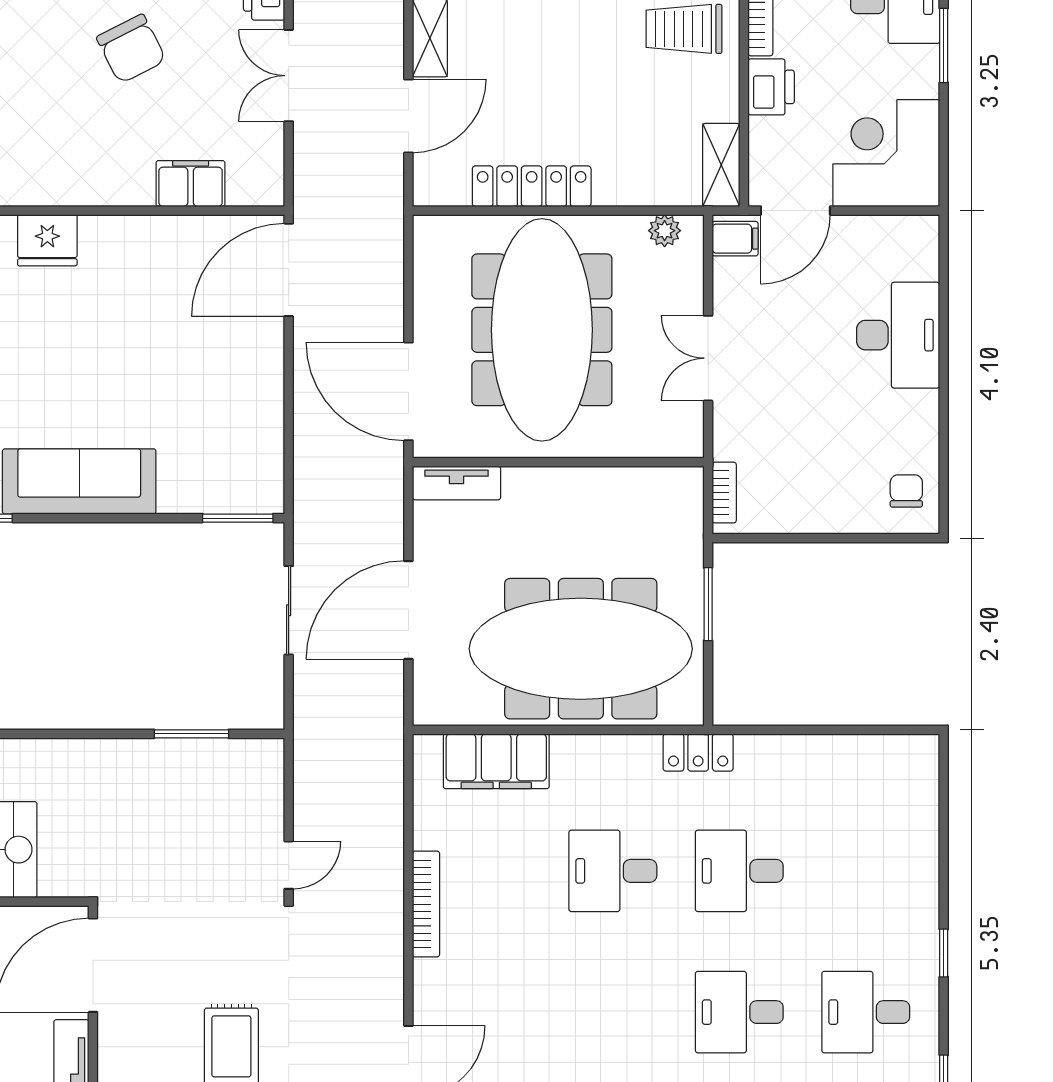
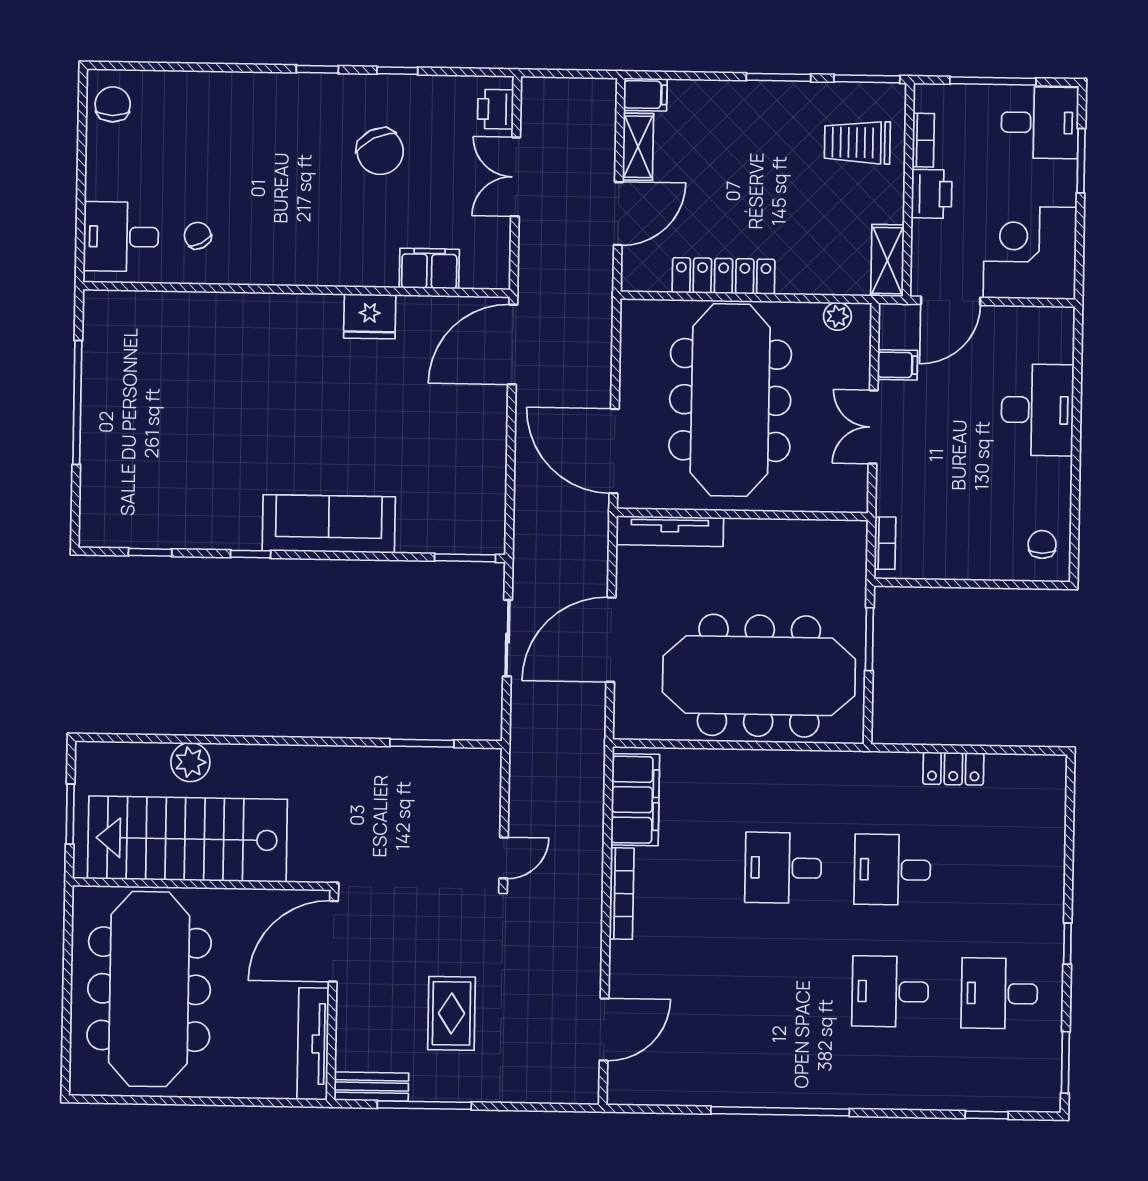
filing cabinet: (735, 239) -> (897, 365), moved
fridge: (47, 240) -> (370, 316), moved
tv unit: (456, 483) -> (670, 531), width x1.41
locker: (698, 752) -> (953, 769), moved
filing cabinet: (496, 761) -> (635, 800), moved, turned -90

